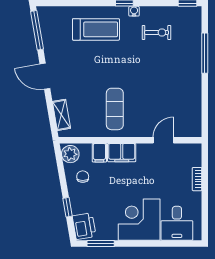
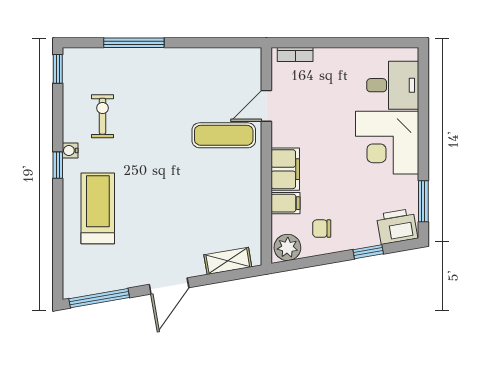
exercise mat: (115, 109) -> (224, 135), moved
door: (163, 140) -> (266, 106), hinge flipped
bookcase: (197, 179) -> (295, 55), moved

